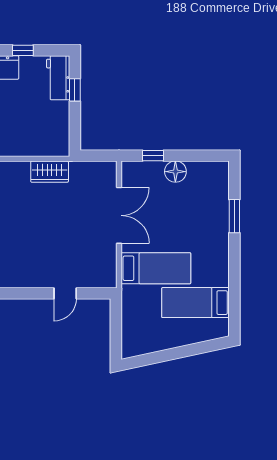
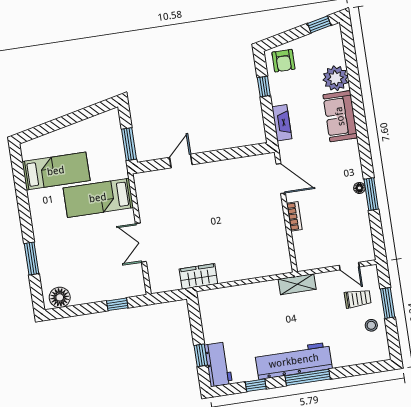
wardrobe: (50, 172) -> (198, 276), moved
floor lamp: (175, 172) -> (60, 297), moved
double door: (119, 215) -> (141, 243), width x0.73
window: (116, 319) -> (129, 144), added

